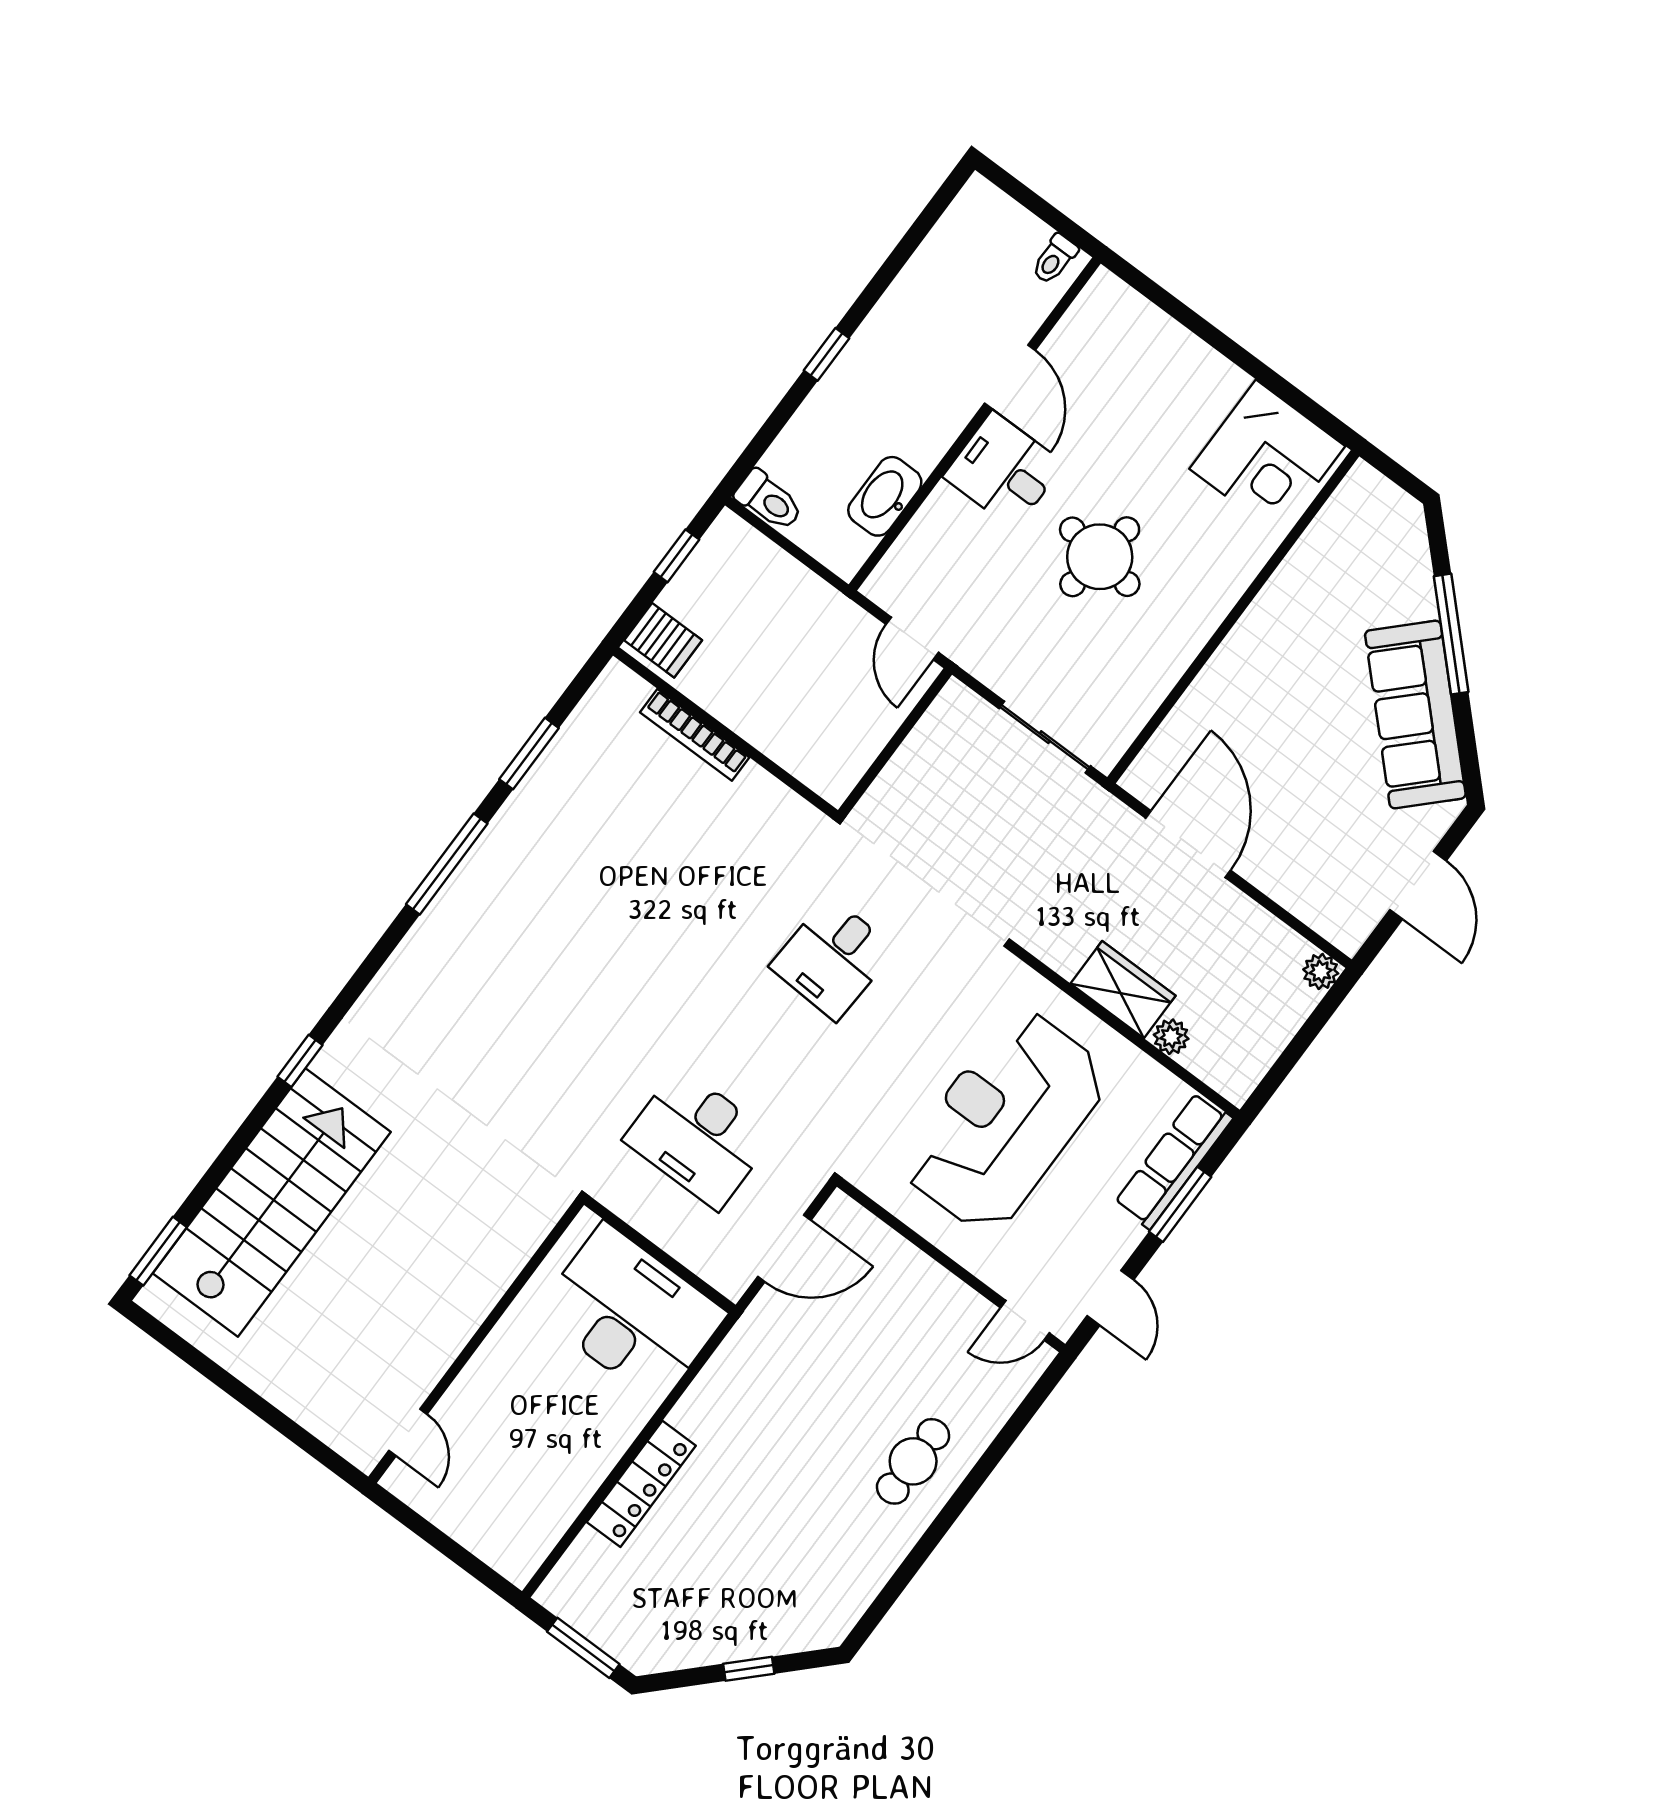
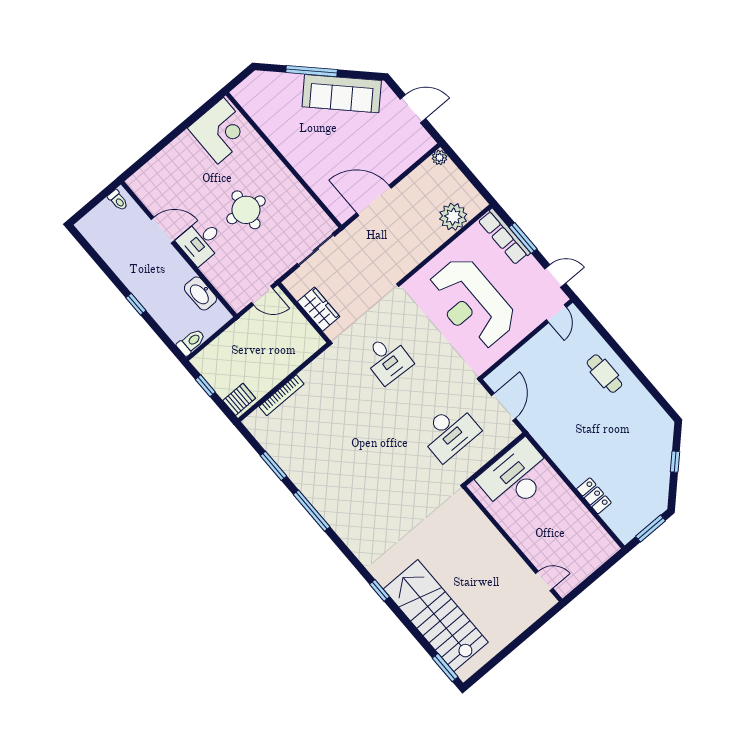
wardrobe: (1123, 990) -> (318, 309), moved, turned 90
plant: (1171, 1037) -> (453, 217), width x1.88, depth x1.88
locker: (641, 1484) -> (594, 496), width x0.66

